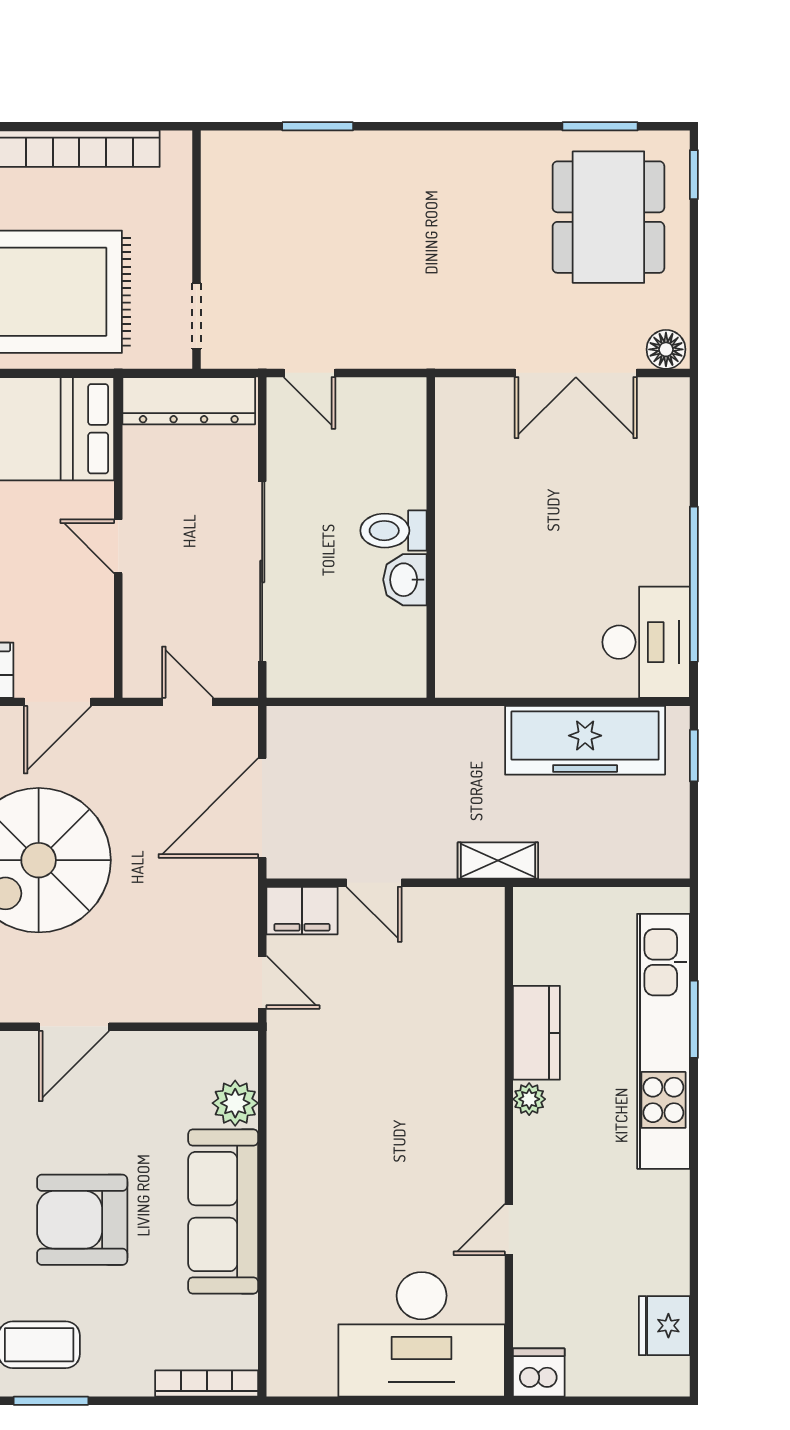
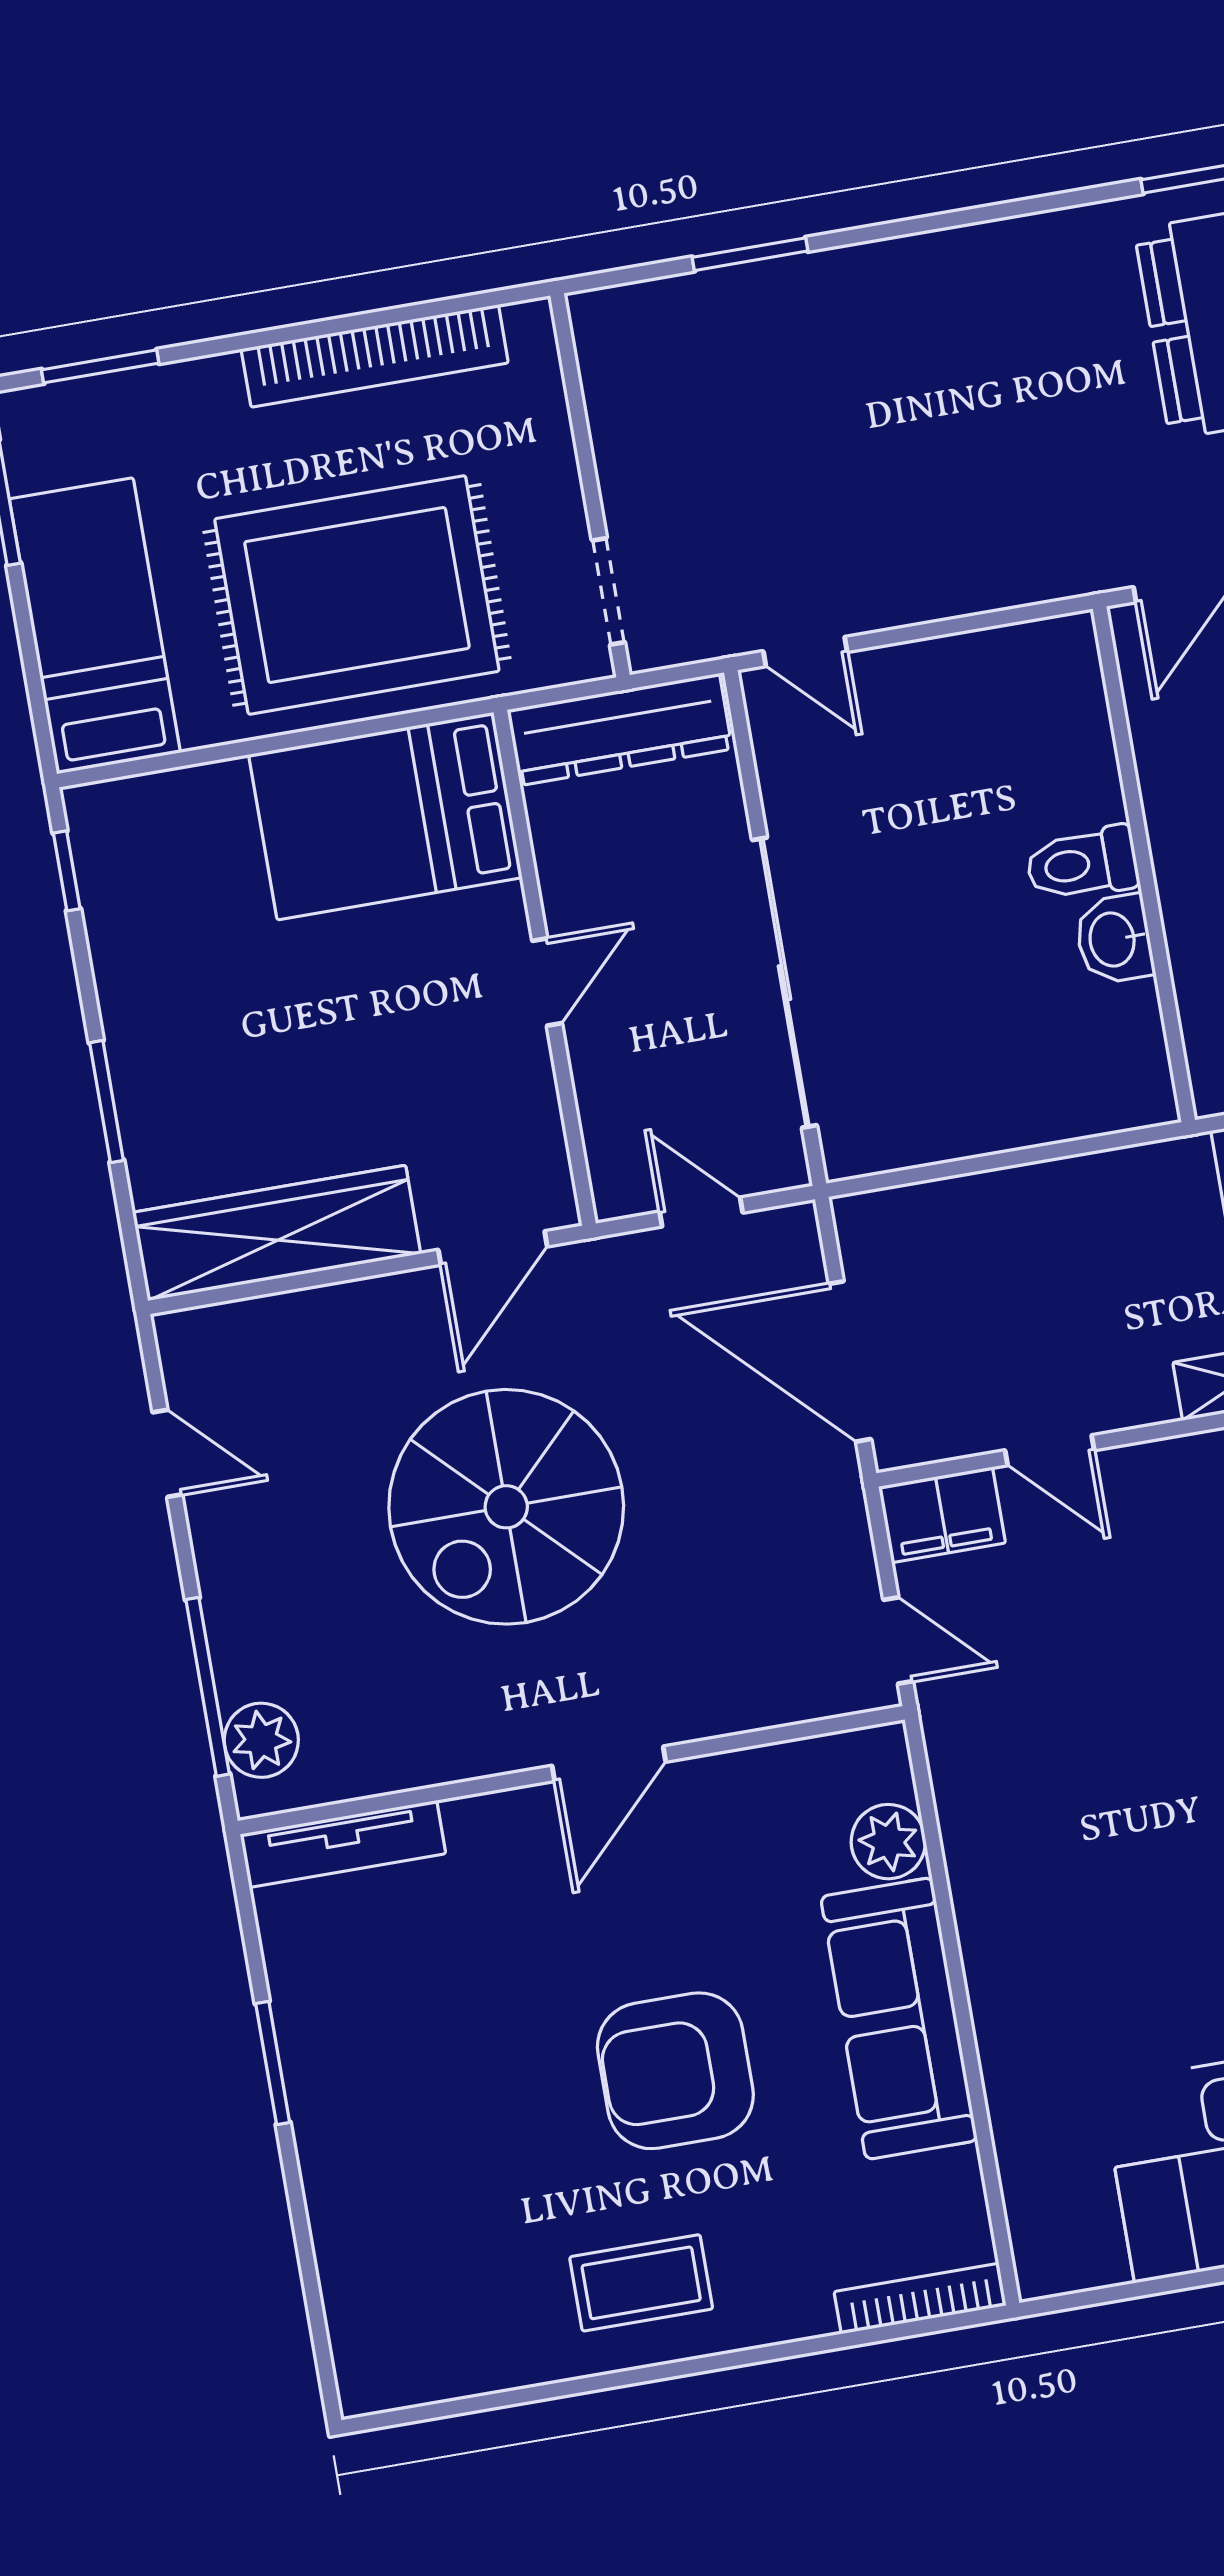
toilet: (393, 531) -> (1082, 864), moved
wall: (431, 537) -> (1144, 864), moved
door: (118, 546) -> (547, 982), swing flipped
washbasin: (405, 580) -> (1114, 939), moved
door: (262, 808) -> (850, 1361), hinge flipped
window: (51, 1401) -> (676, 2369), removed

